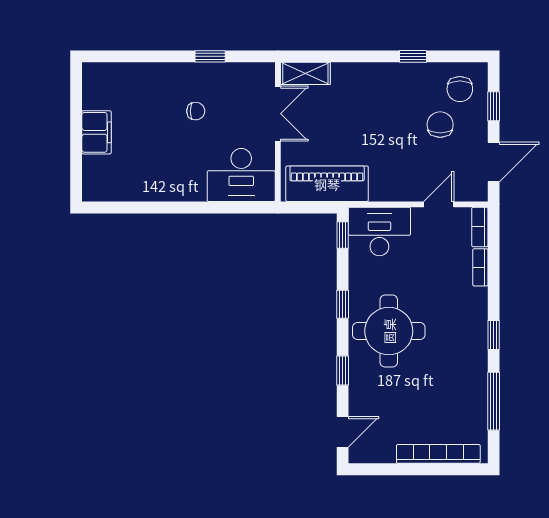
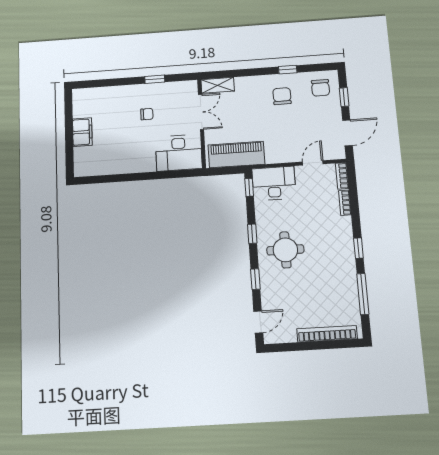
chair: (440, 125) -> (282, 96), moved
round table: (389, 331) -> (285, 250), width x0.73, depth x0.73

